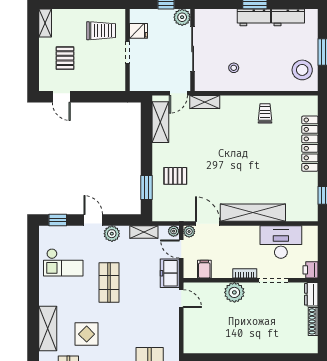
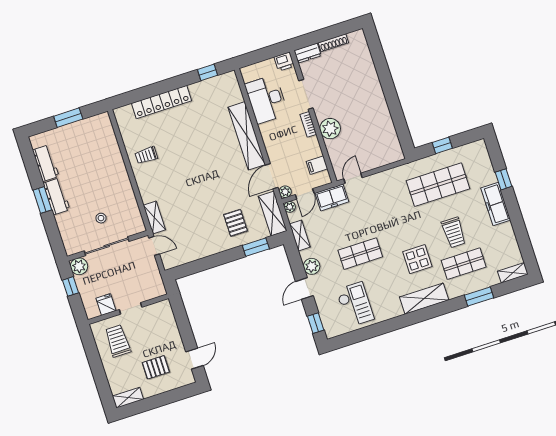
stool: (234, 68) -> (101, 218), moved
stool: (302, 70) -> (92, 133), removed
shelving: (160, 122) -> (273, 214), moved, turned 90

